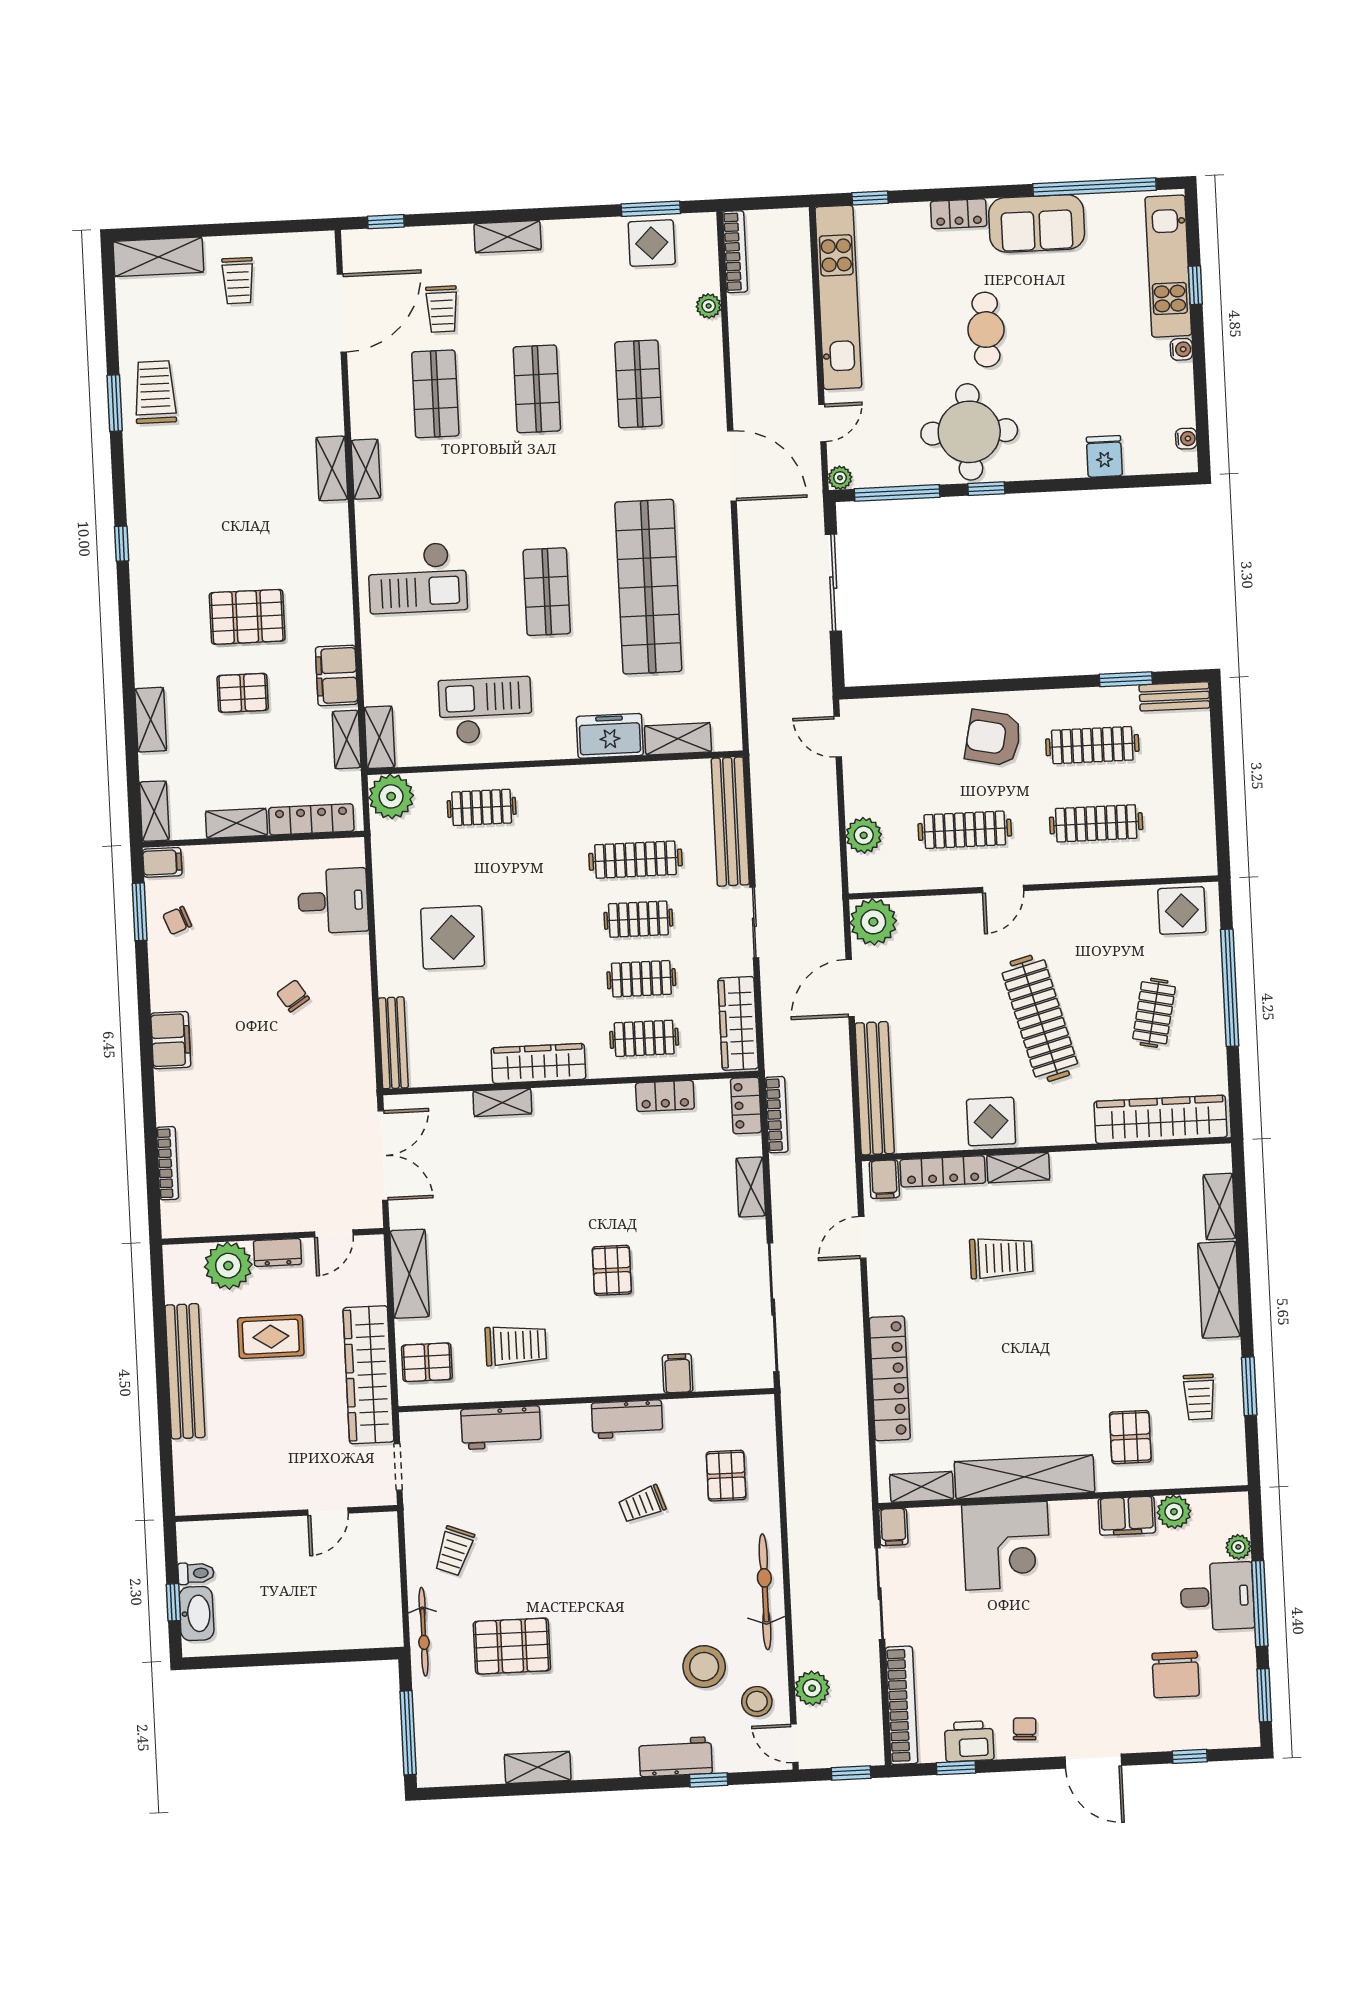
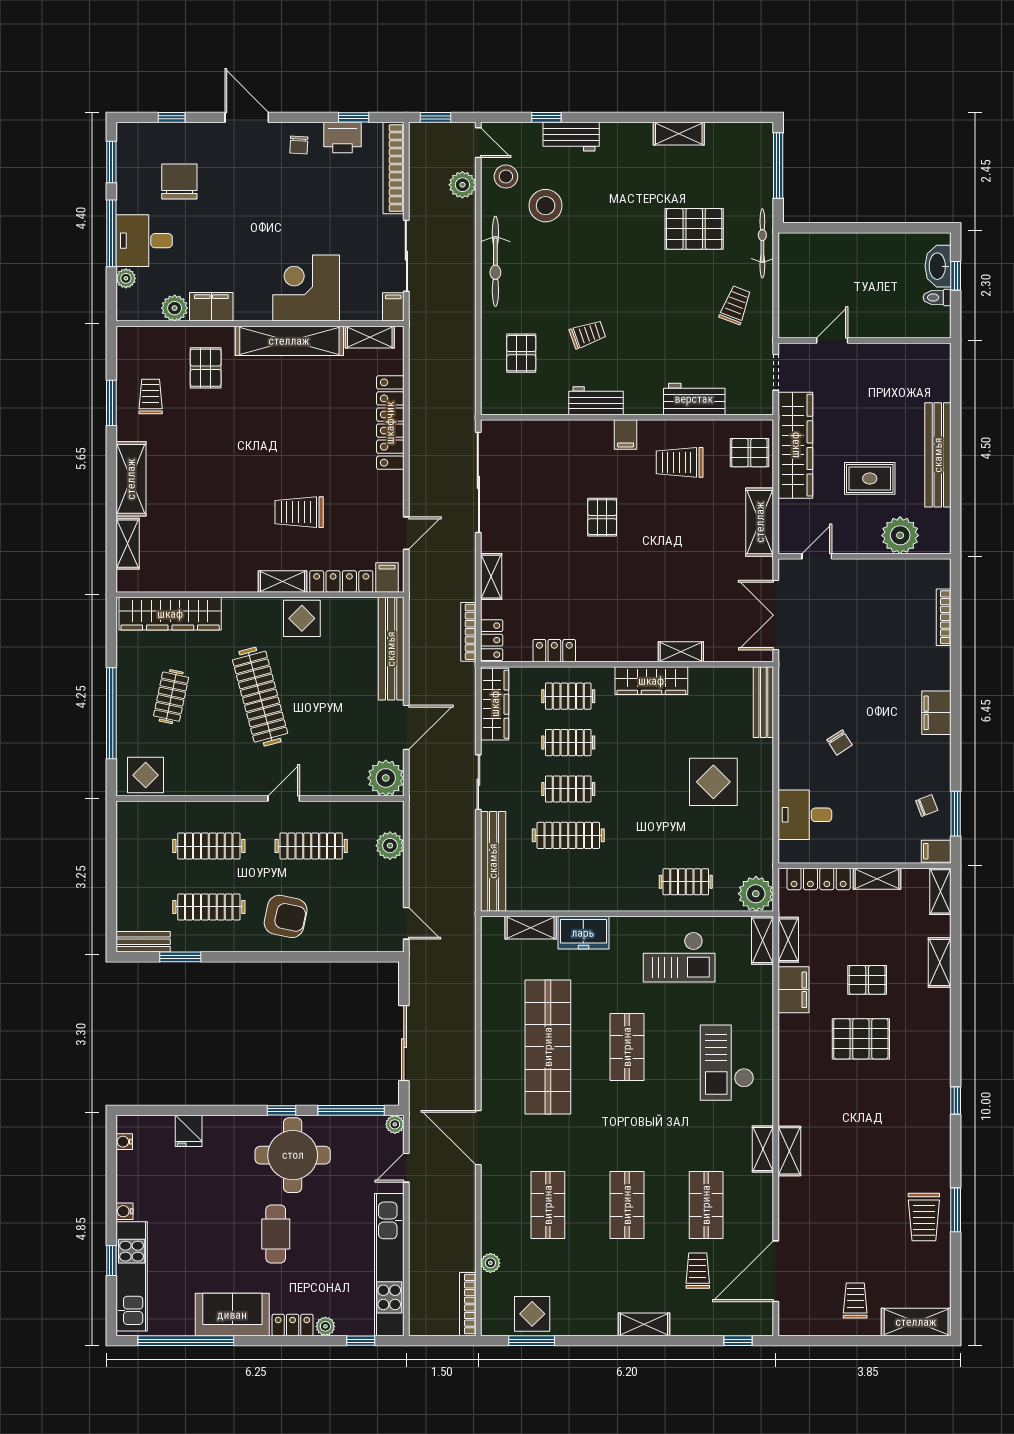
plant: (916, 214) -> (325, 1326), added
checkout: (417, 578) -> (727, 1063), turned -90
dresser: (278, 1253) -> (861, 544), removed
filing cabinet: (678, 1373) -> (626, 434), moved

